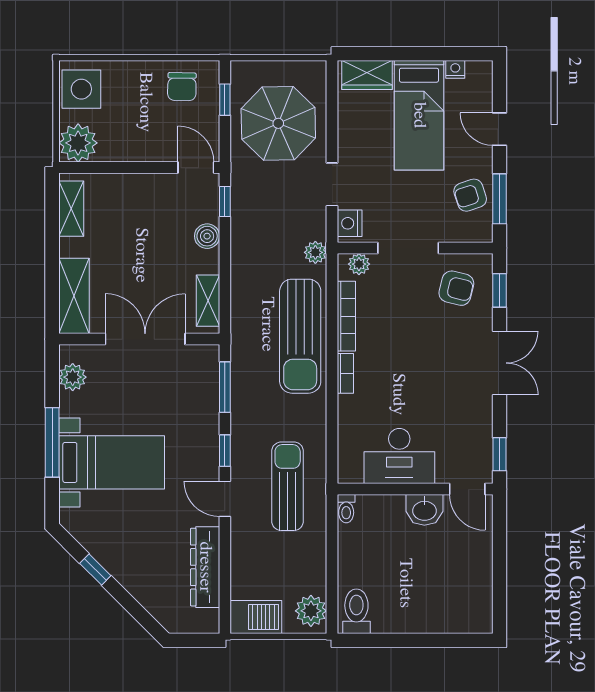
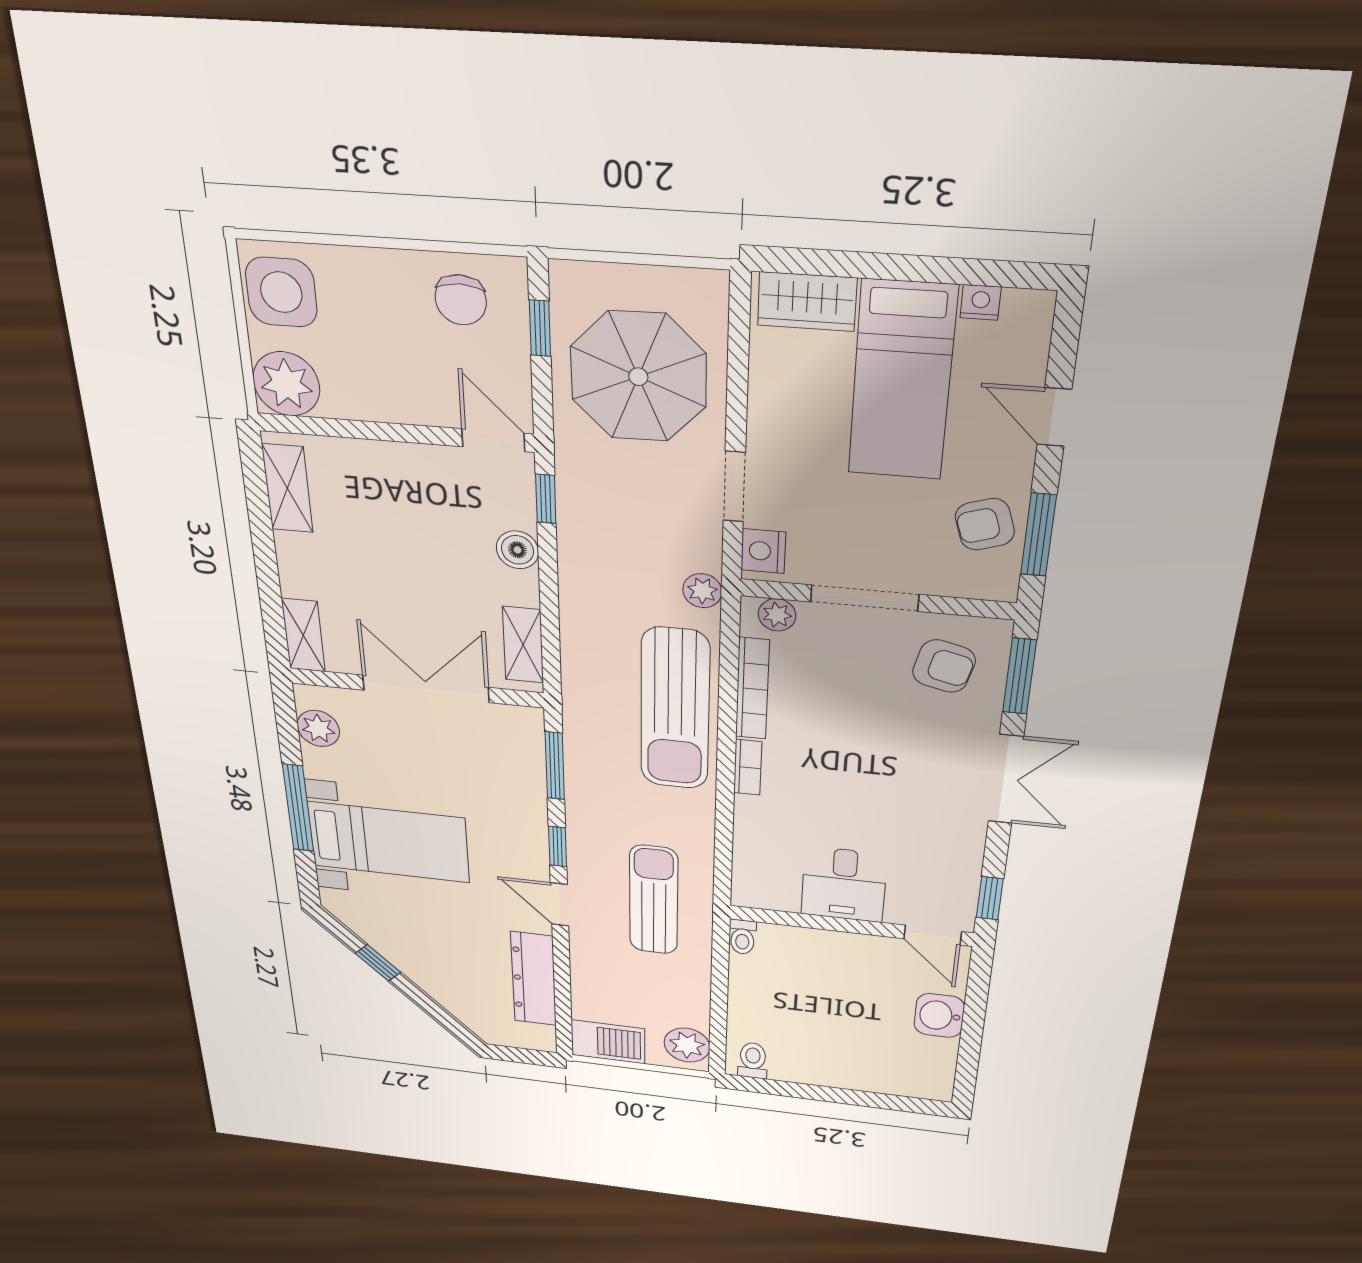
window: (499, 290) -> (1020, 676), width x1.50
shelving: (74, 296) -> (303, 635), width x0.67, depth x0.75
desk: (399, 456) -> (844, 884), width x0.73
washbasin: (424, 510) -> (939, 1016), moved, turned 90
toilet: (356, 611) -> (753, 1060), width x0.73, depth x0.72

